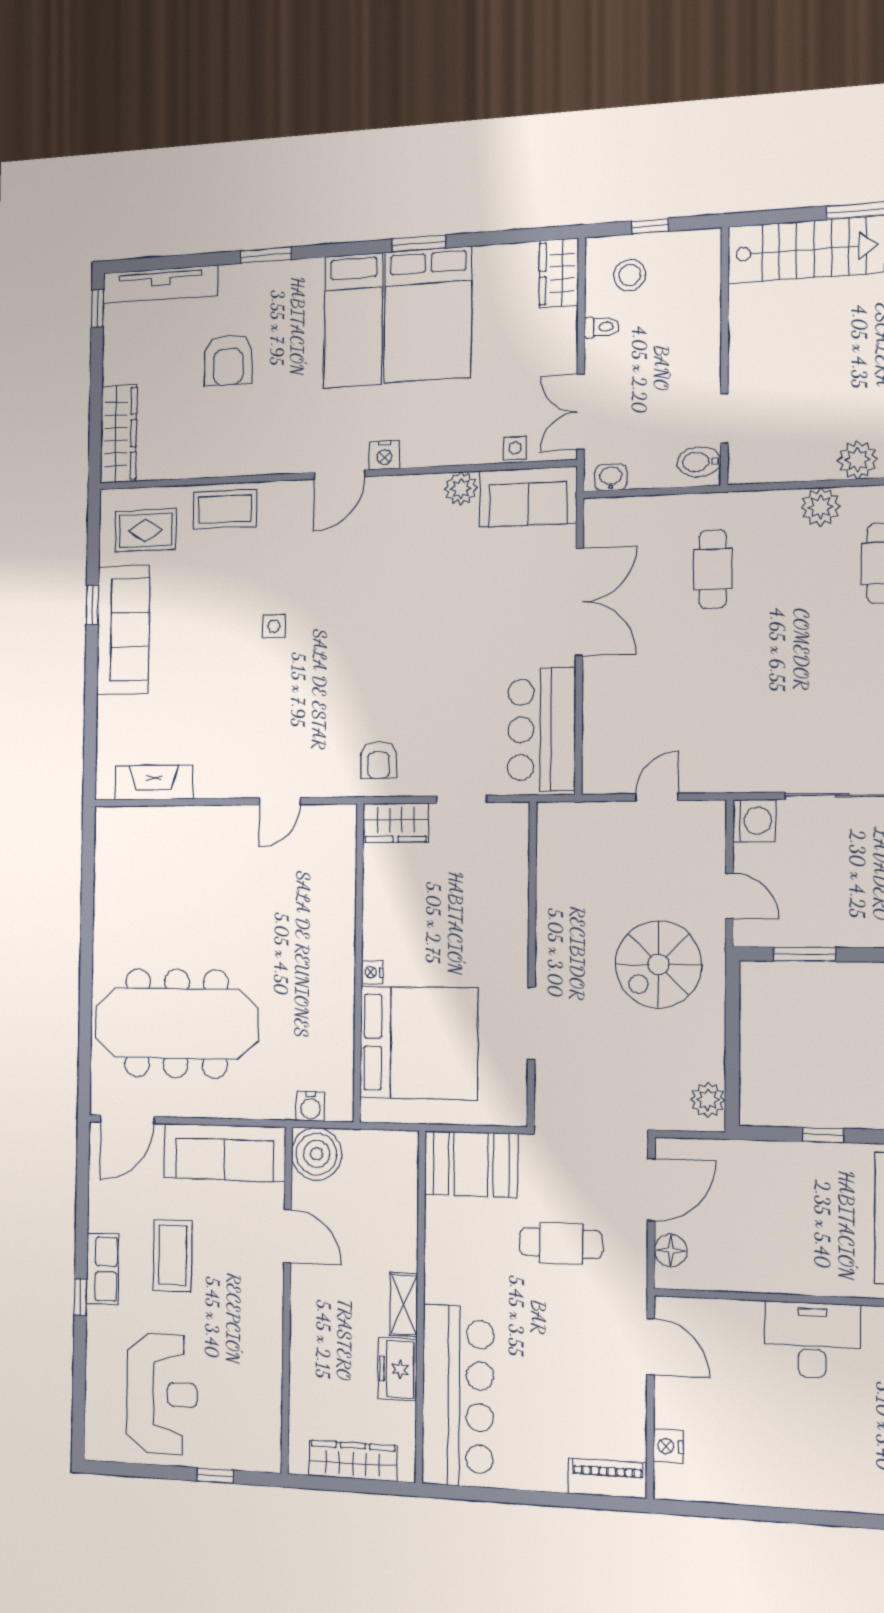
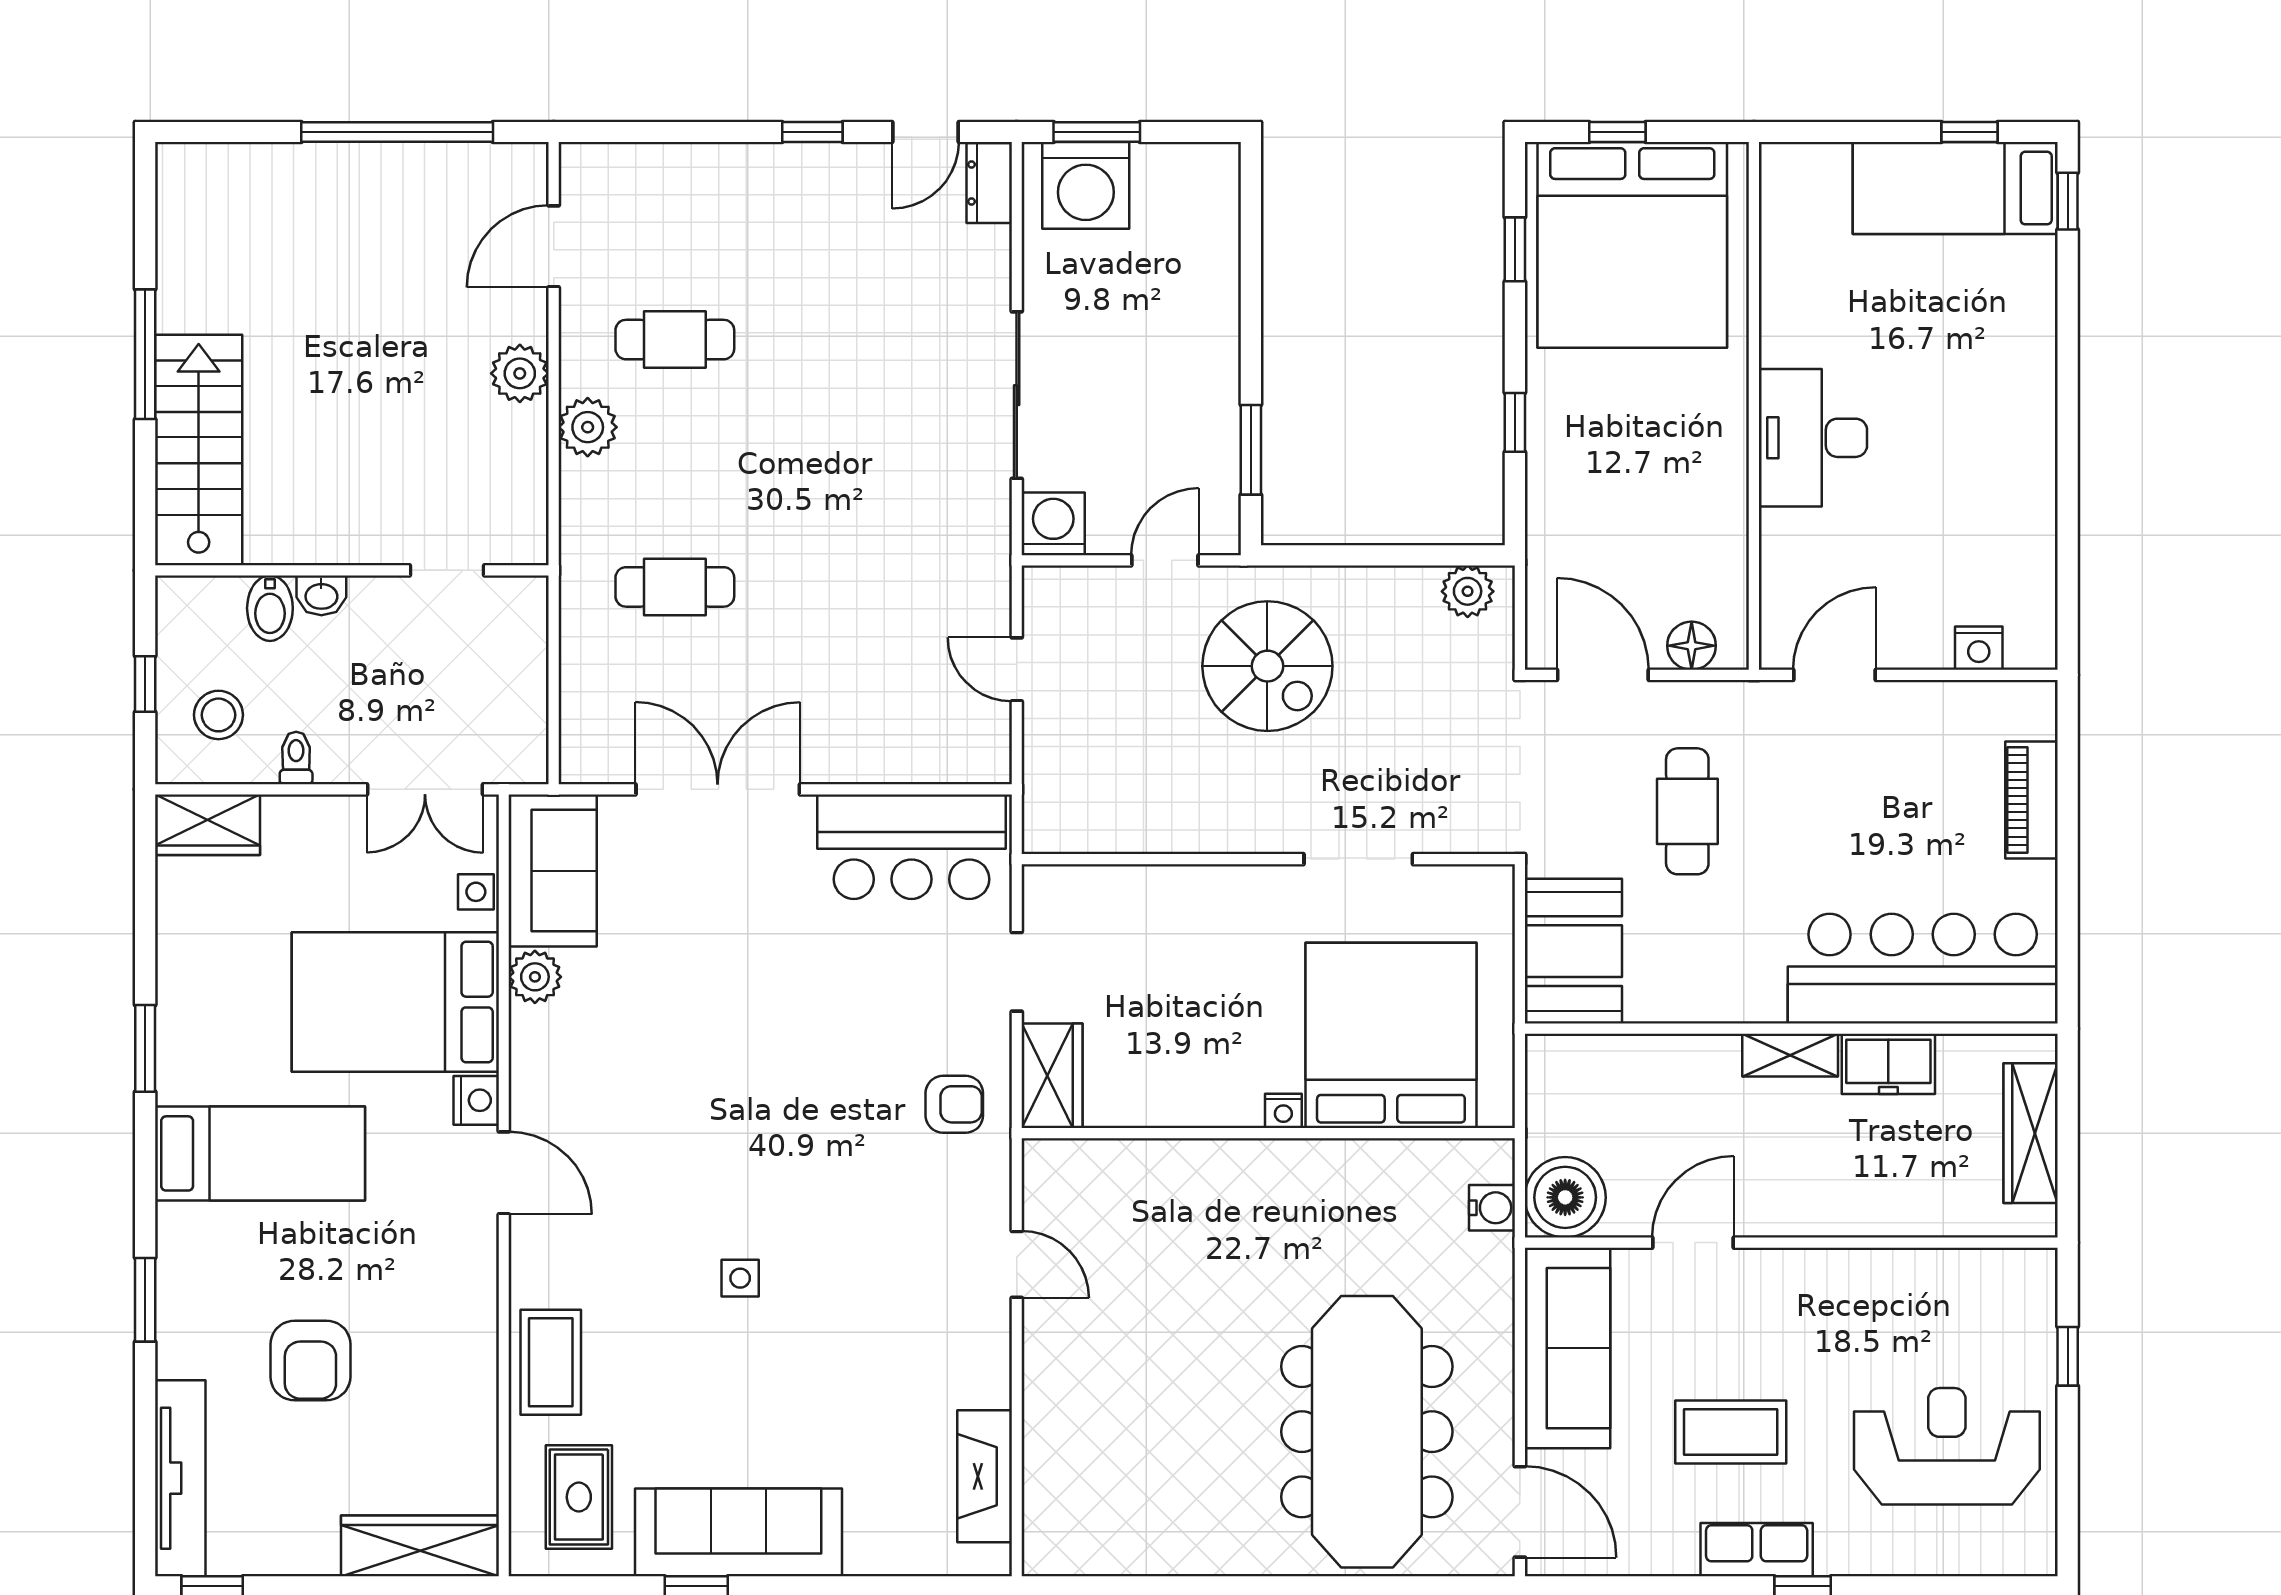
bed: (428, 314) -> (395, 1002), moved, turned 180
armchair: (228, 360) -> (310, 1360), turned 90
bidet: (699, 462) -> (270, 608), moved
washbasin: (611, 477) -> (321, 595), moved, turned -90
piano: (608, 1478) -> (2031, 800), moved

